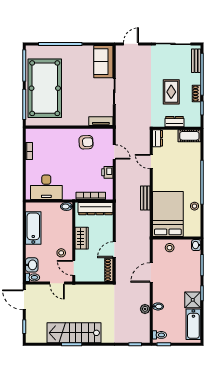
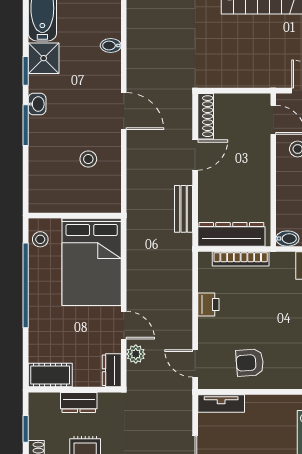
door: (114, 152) -> (195, 363), moved
bench: (145, 198) -> (184, 209), moved
bed: (168, 214) -> (92, 262), moved
wardrobe: (82, 238) -> (258, 177), removed
wall: (177, 238) -> (75, 216), moved
washbasin: (196, 245) -> (37, 104), moved
door: (151, 273) -> (124, 111), hinge flipped
plant: (145, 309) -> (136, 354), moved

